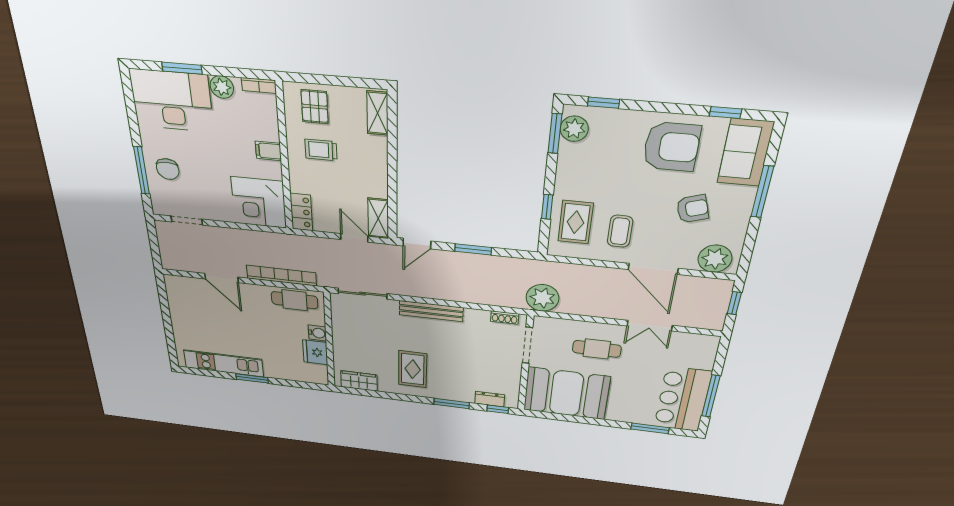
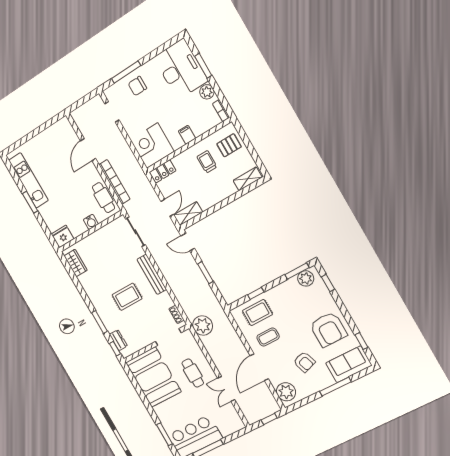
fridge: (315, 352) -> (63, 236), moved
rug: (413, 369) -> (127, 297), moved

